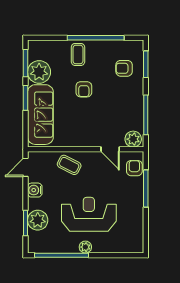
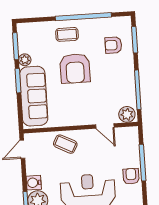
coffee table: (78, 54) -> (67, 34), turned 90
plant: (39, 72) -> (25, 60), width x0.53, depth x0.53
armchair: (84, 89) -> (75, 68), width x1.88, depth x1.88
armchair: (134, 168) -> (131, 176), moved
water cooler: (35, 190) -> (34, 183), moved

